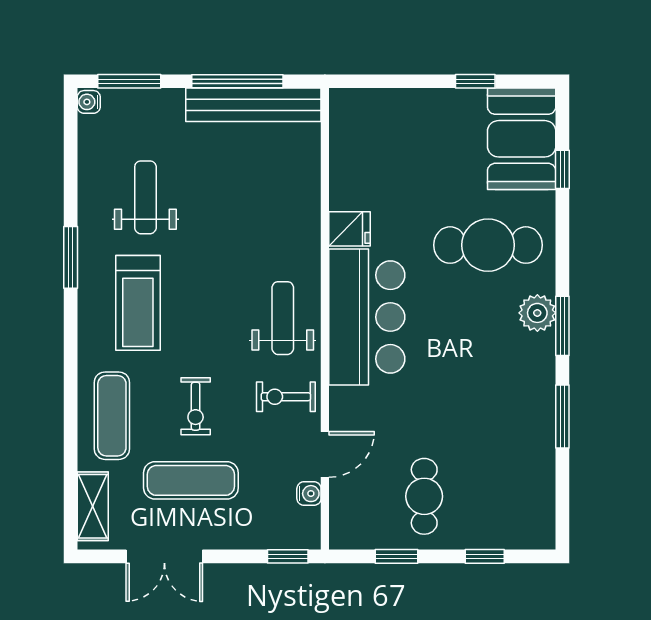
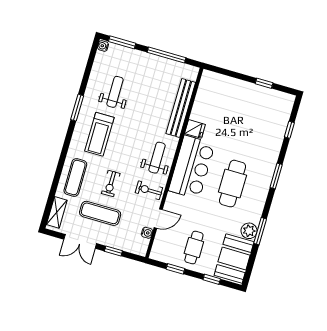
bench: (253, 105) -> (181, 108), moved, turned 90
booth: (522, 139) -> (234, 258), moved
cafe table: (488, 245) -> (233, 184), moved, turned 90
plant: (537, 313) -> (249, 231), moved
window: (562, 326) -> (276, 176), moved
window: (288, 556) -> (113, 251), moved

